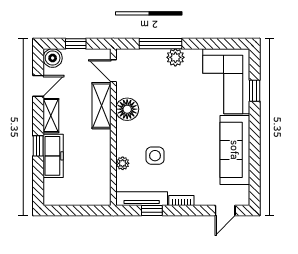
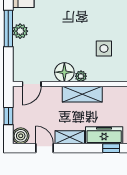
window: (161, 44) -> (8, 29), moved
shelving: (102, 106) -> (82, 94), moved
window: (38, 146) -> (111, 148), moved
plant: (123, 163) -> (81, 76), moved

